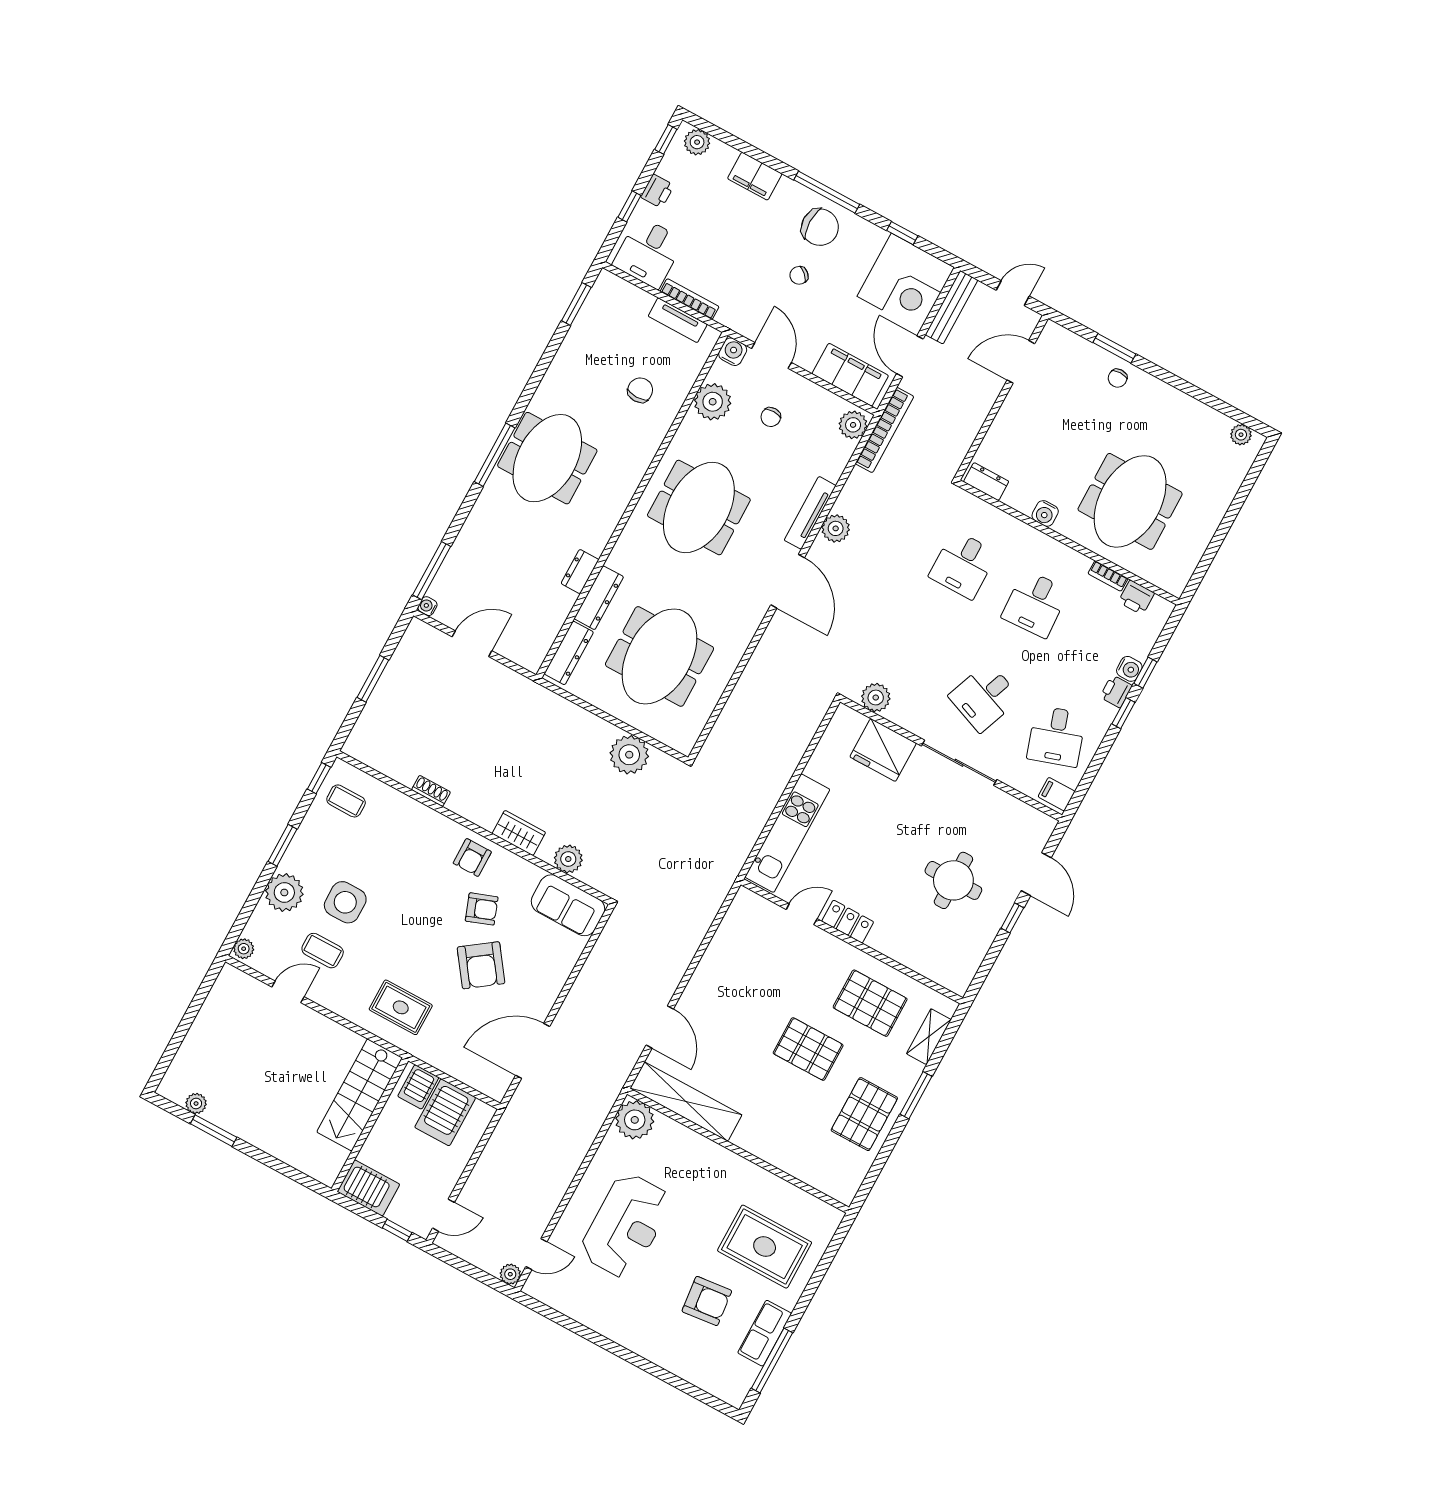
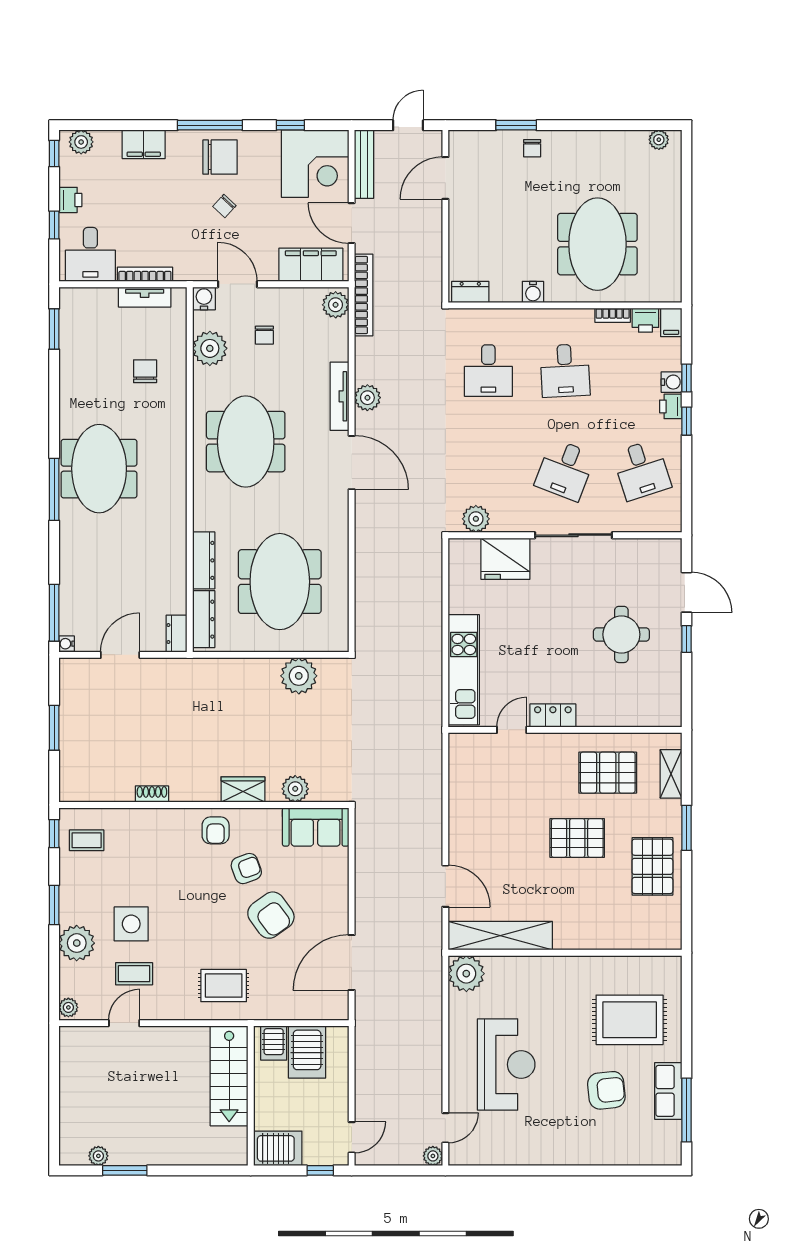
dresser: (580, 572) -> (177, 634), moved
filing cabinet: (1057, 794) -> (671, 322), moved, turned -90

